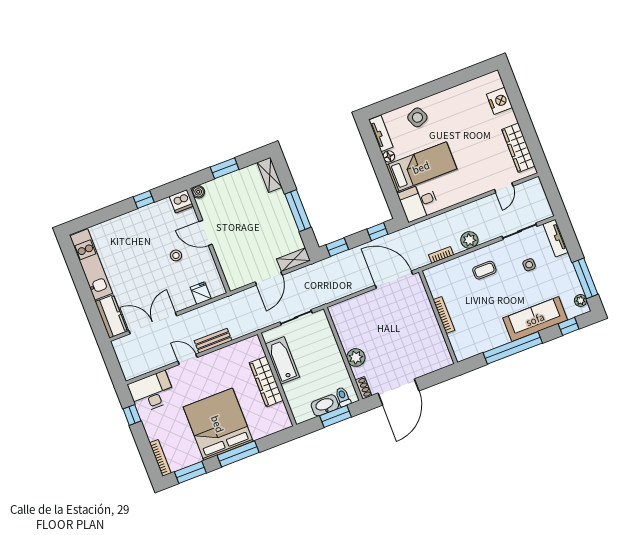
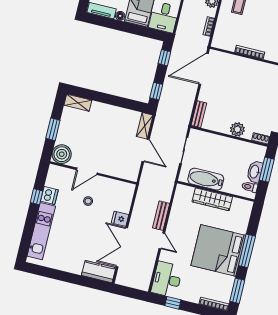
boiler: (198, 192) -> (62, 154), width x1.86, depth x1.86
dishwasher: (181, 201) -> (49, 196), moved
window: (298, 211) -> (114, 100), removed
kitchen unit: (91, 265) -> (41, 231), moved, turned 90
fridge: (201, 293) -> (120, 219), moved
bench: (344, 307) -> (199, 114), added
door: (188, 359) -> (162, 241), swing flipped
toilet: (343, 397) -> (250, 187), moved

